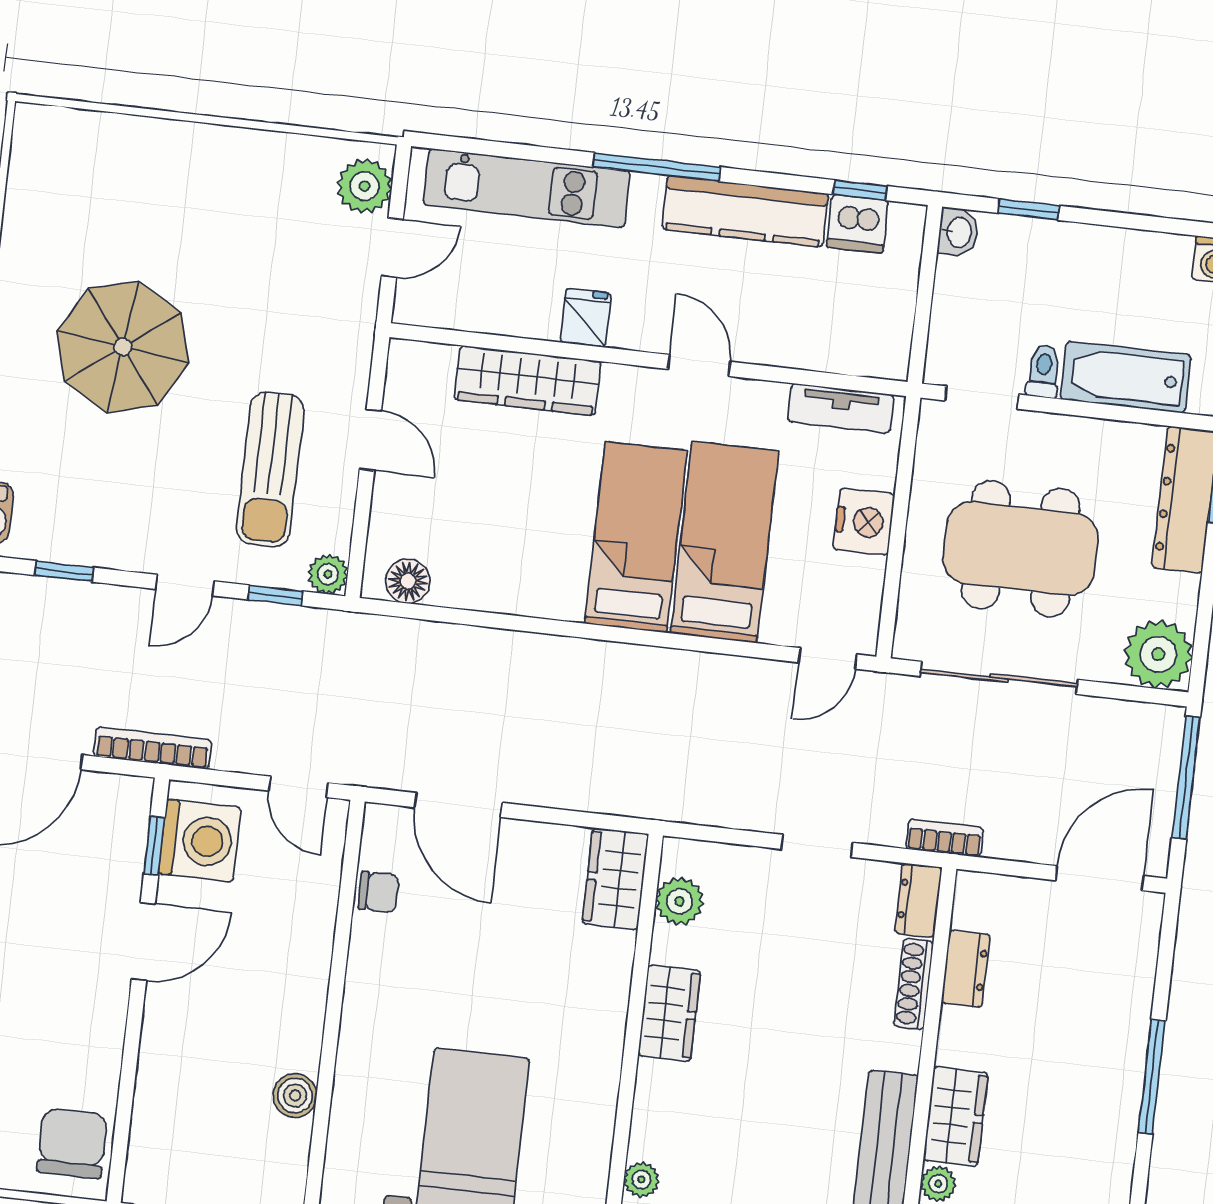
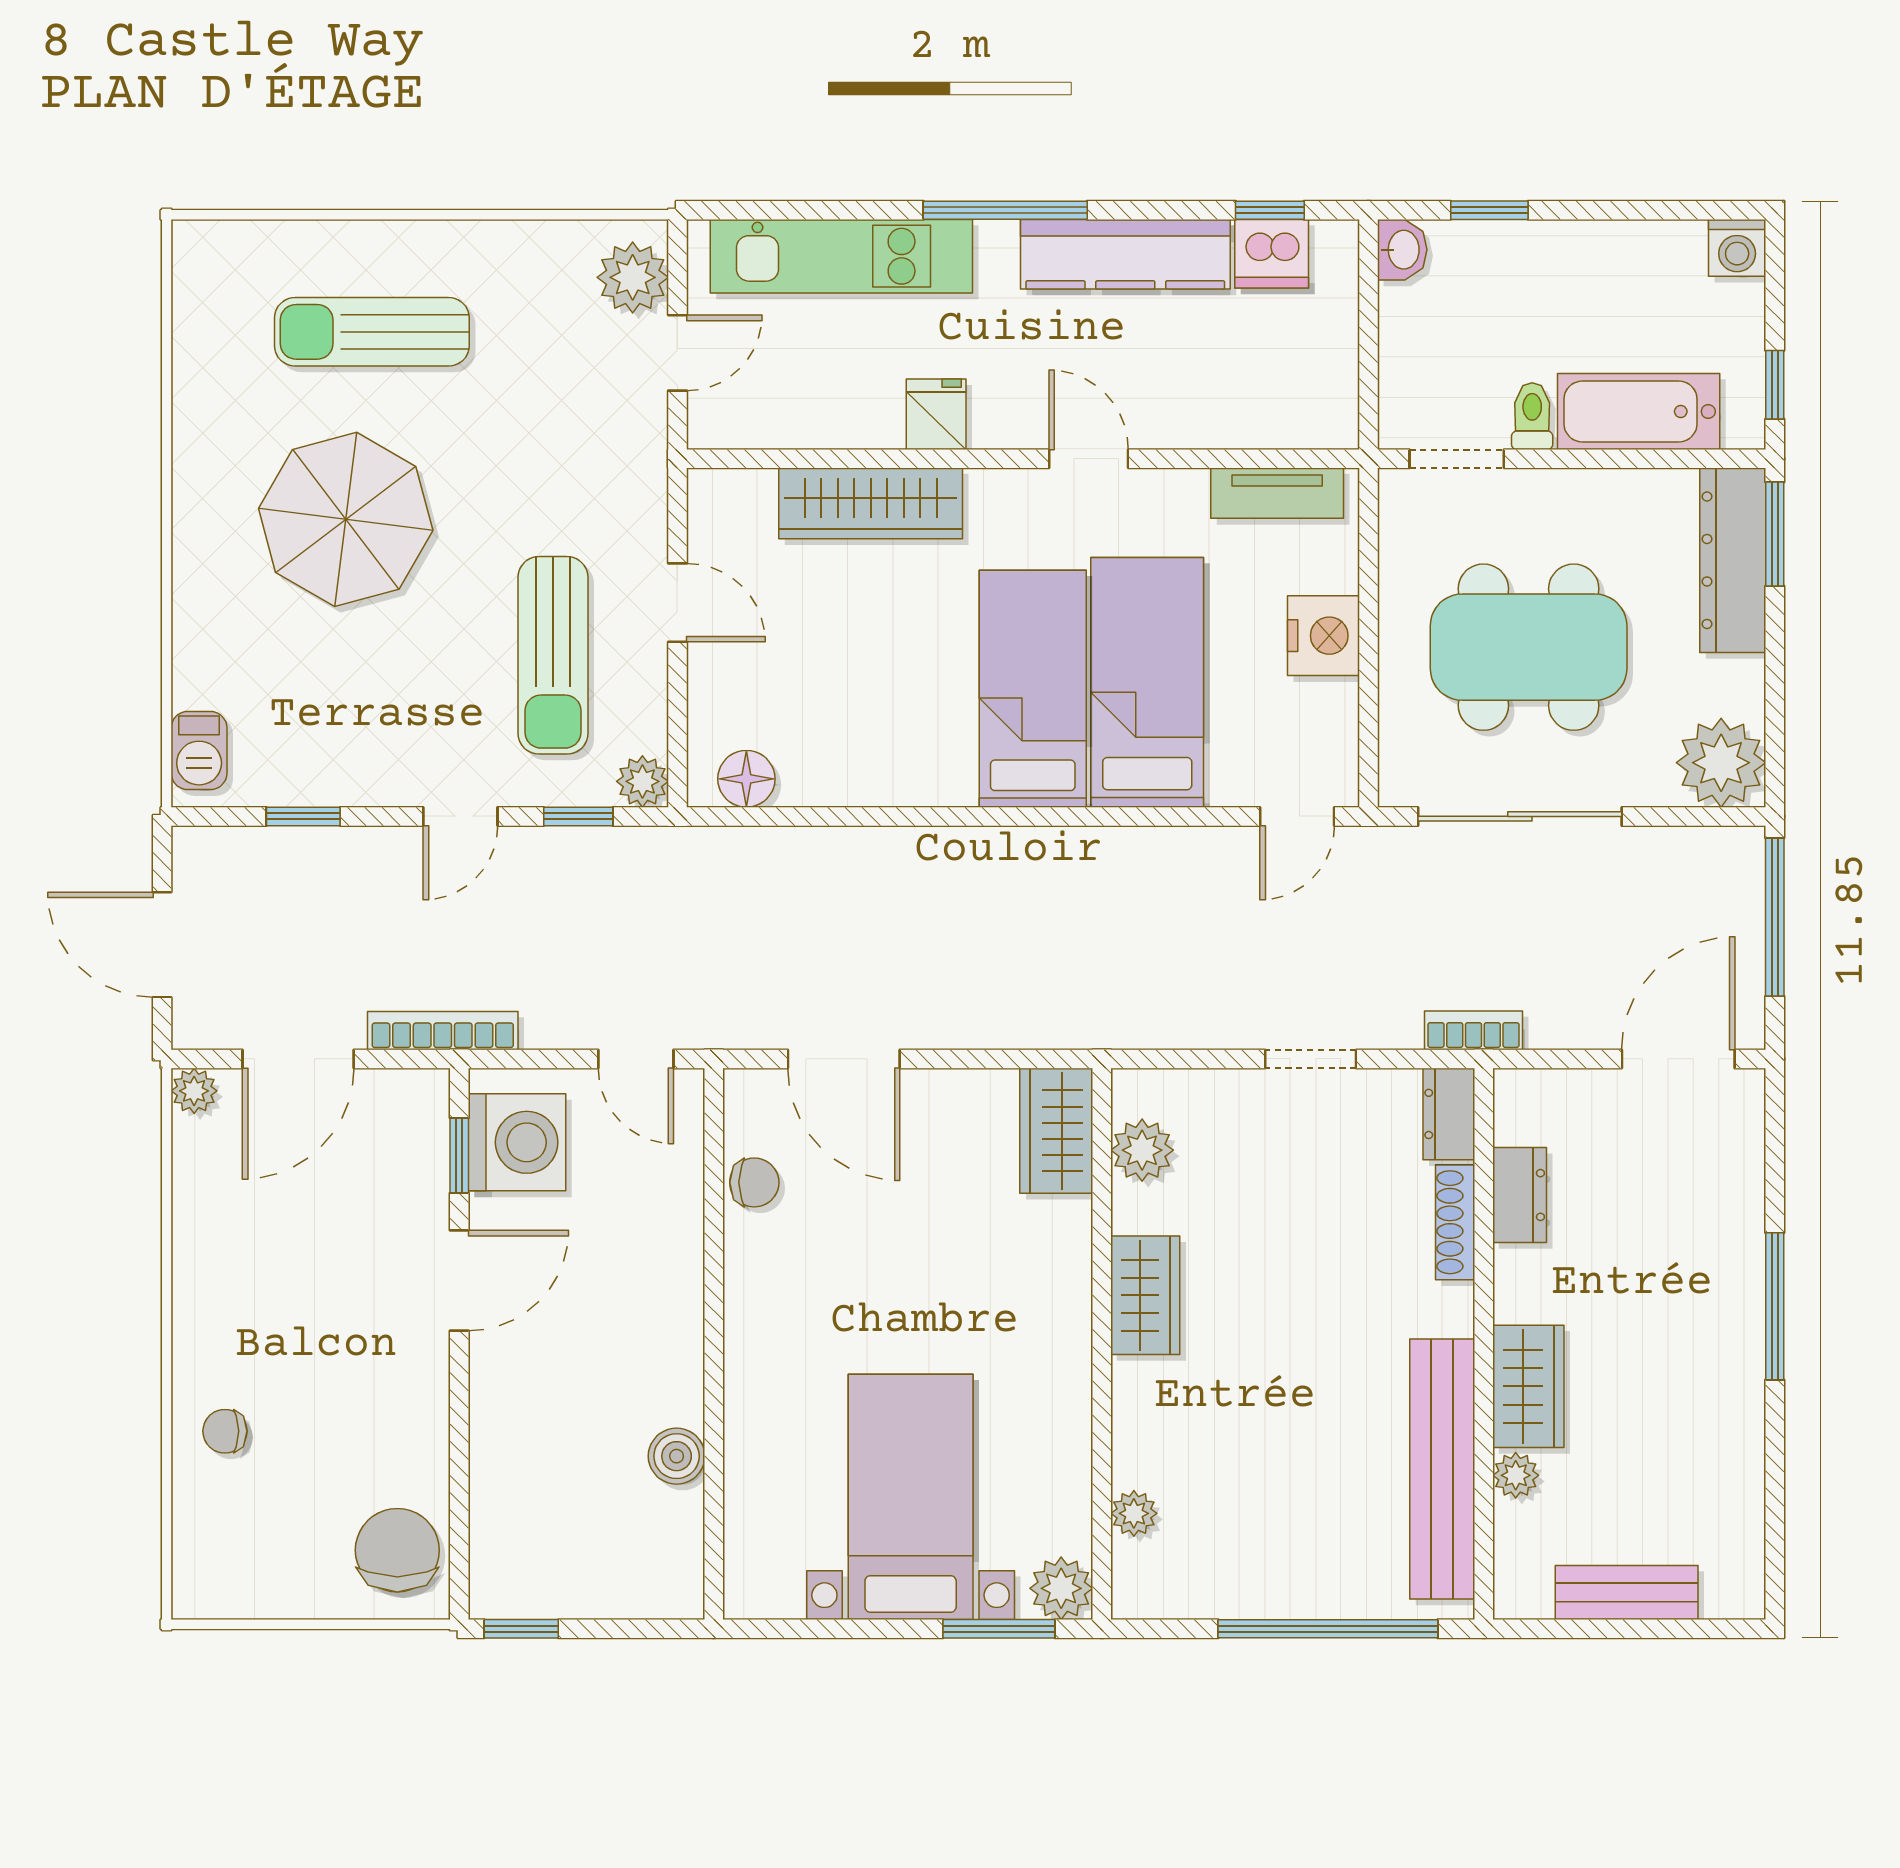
sun lounger: (159, 205) -> (372, 332), added

